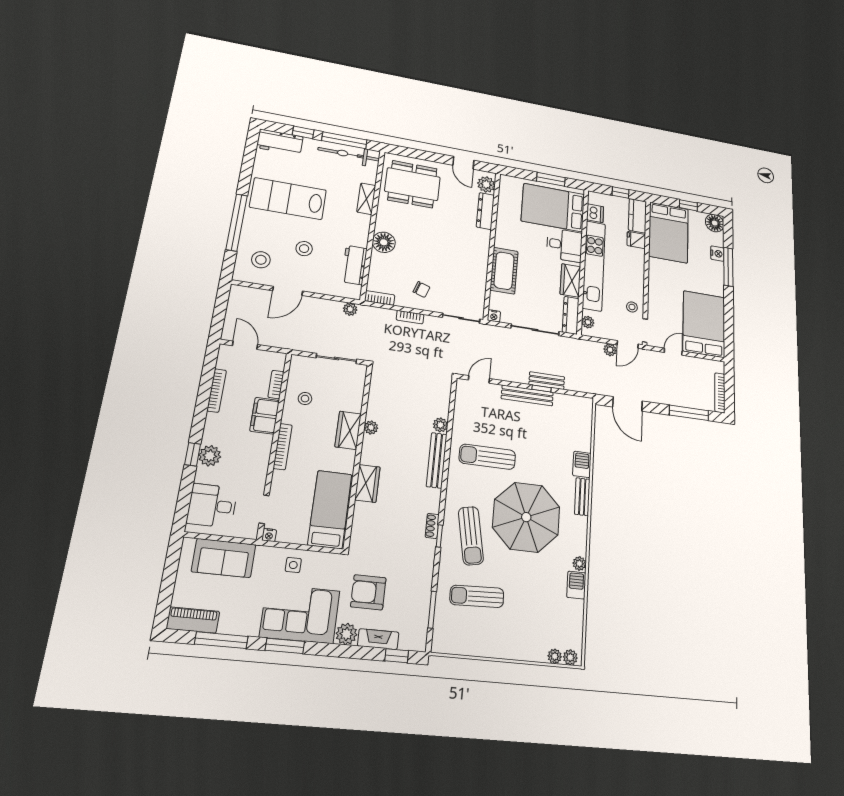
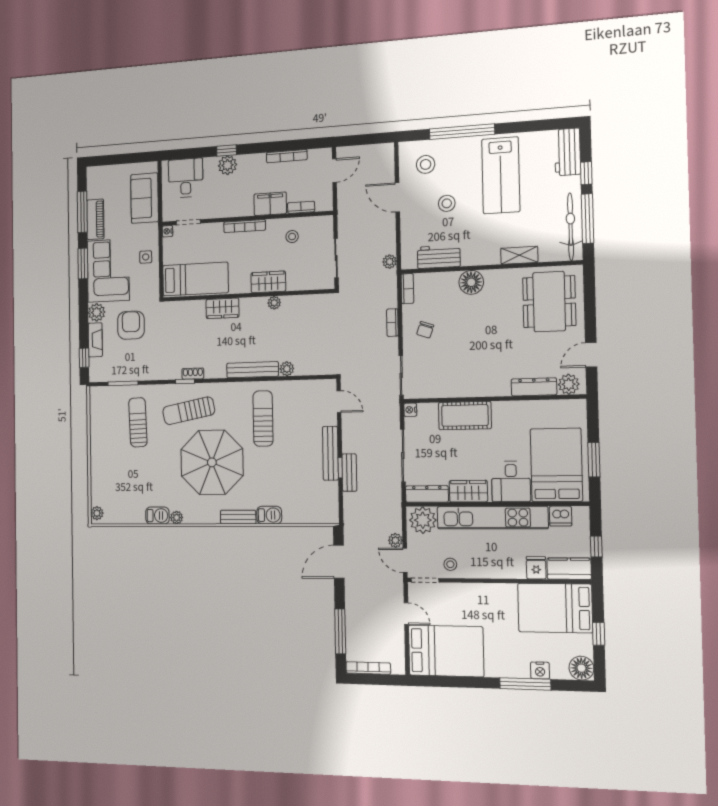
lab bench: (288, 199) -> (501, 175), turned 180
plant: (588, 322) -> (423, 520), width x1.87, depth x1.87
piano: (193, 620) -> (95, 219), moved
plant: (555, 656) -> (96, 499), removed

